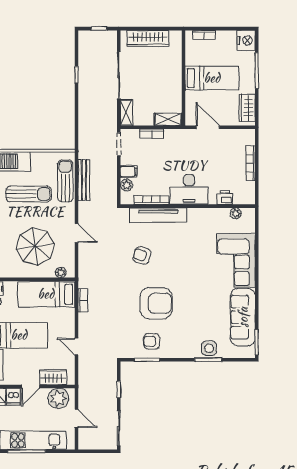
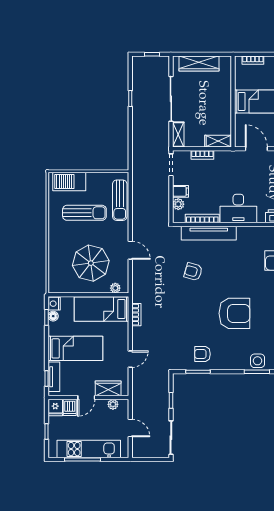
bench: (84, 180) -> (138, 199), removed
sun lounger: (65, 181) -> (120, 200), turned 180
armchair: (156, 303) -> (234, 313), moved
door: (76, 347) -> (130, 359), swing flipped
plant: (58, 398) -> (113, 404), width x0.53, depth x0.53

